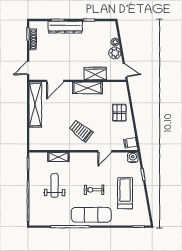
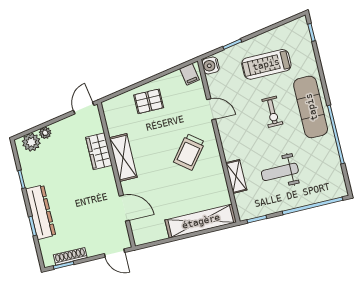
plant: (115, 53) -> (31, 142), moved
shelving: (35, 105) -> (201, 221), moved

